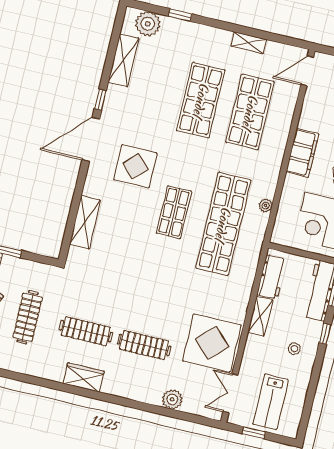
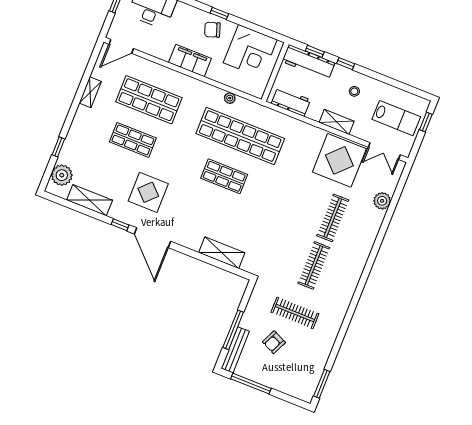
door: (307, 71) -> (121, 46), hinge flipped
shop shelf: (201, 100) -> (133, 140), width x0.70, depth x0.74
display table: (135, 166) -> (148, 192), moved
shelving: (260, 316) -> (337, 122), moved
wardrobe: (83, 377) -> (353, 273), removed
window: (254, 433) -> (426, 122), moved

